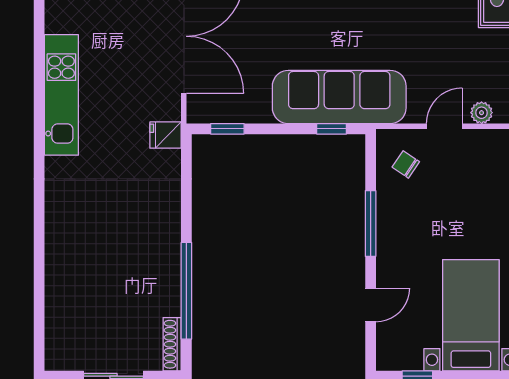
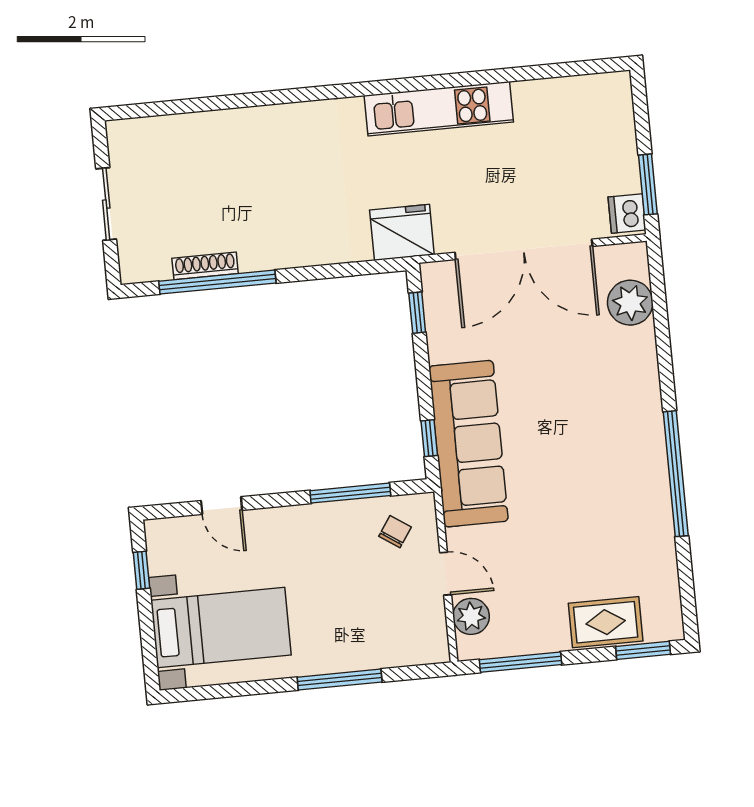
plant: (482, 113) -> (471, 616), width x1.38, depth x1.38
fridge: (166, 135) -> (402, 232), width x1.88, depth x1.34
window: (371, 224) -> (350, 493), moved
shoe rack: (172, 344) -> (205, 266), moved

